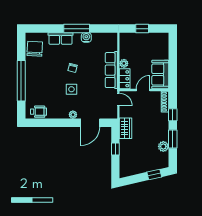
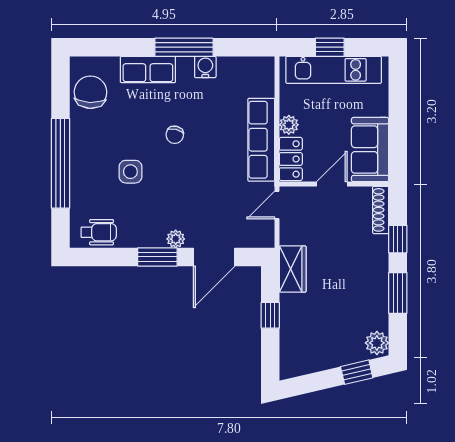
kitchen unit: (144, 39) -> (334, 70), added
side table: (71, 89) -> (130, 172), moved
door: (118, 99) -> (277, 205), swing flipped
window: (65, 123) -> (157, 257), added
plant: (163, 146) -> (377, 343), moved

